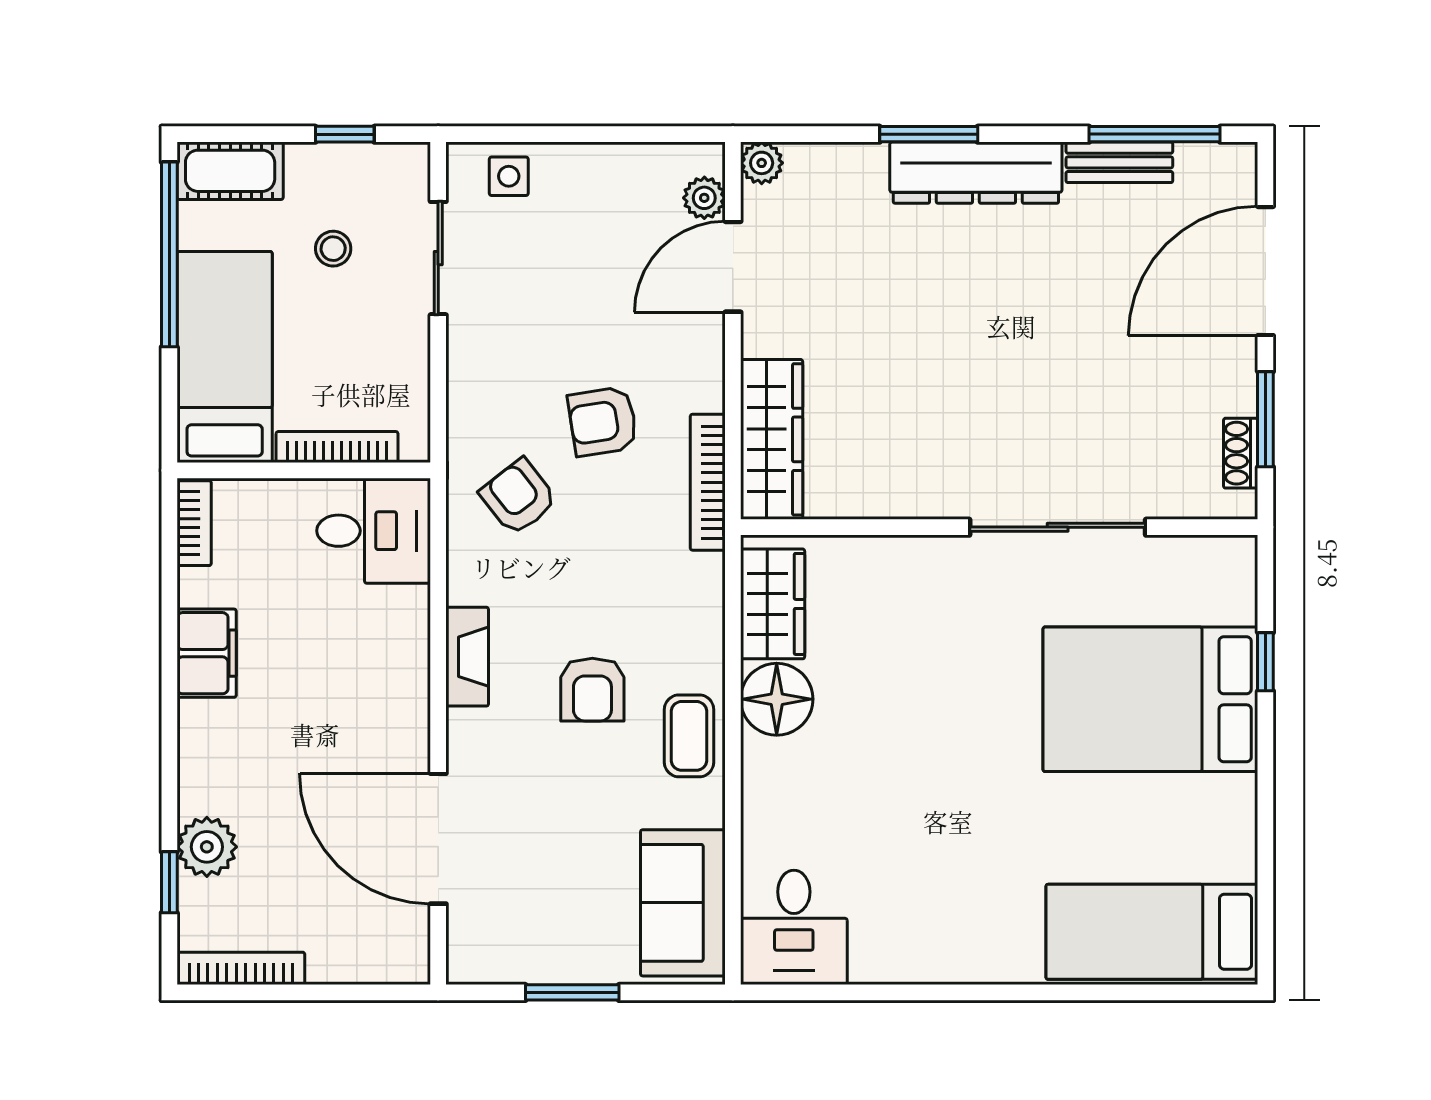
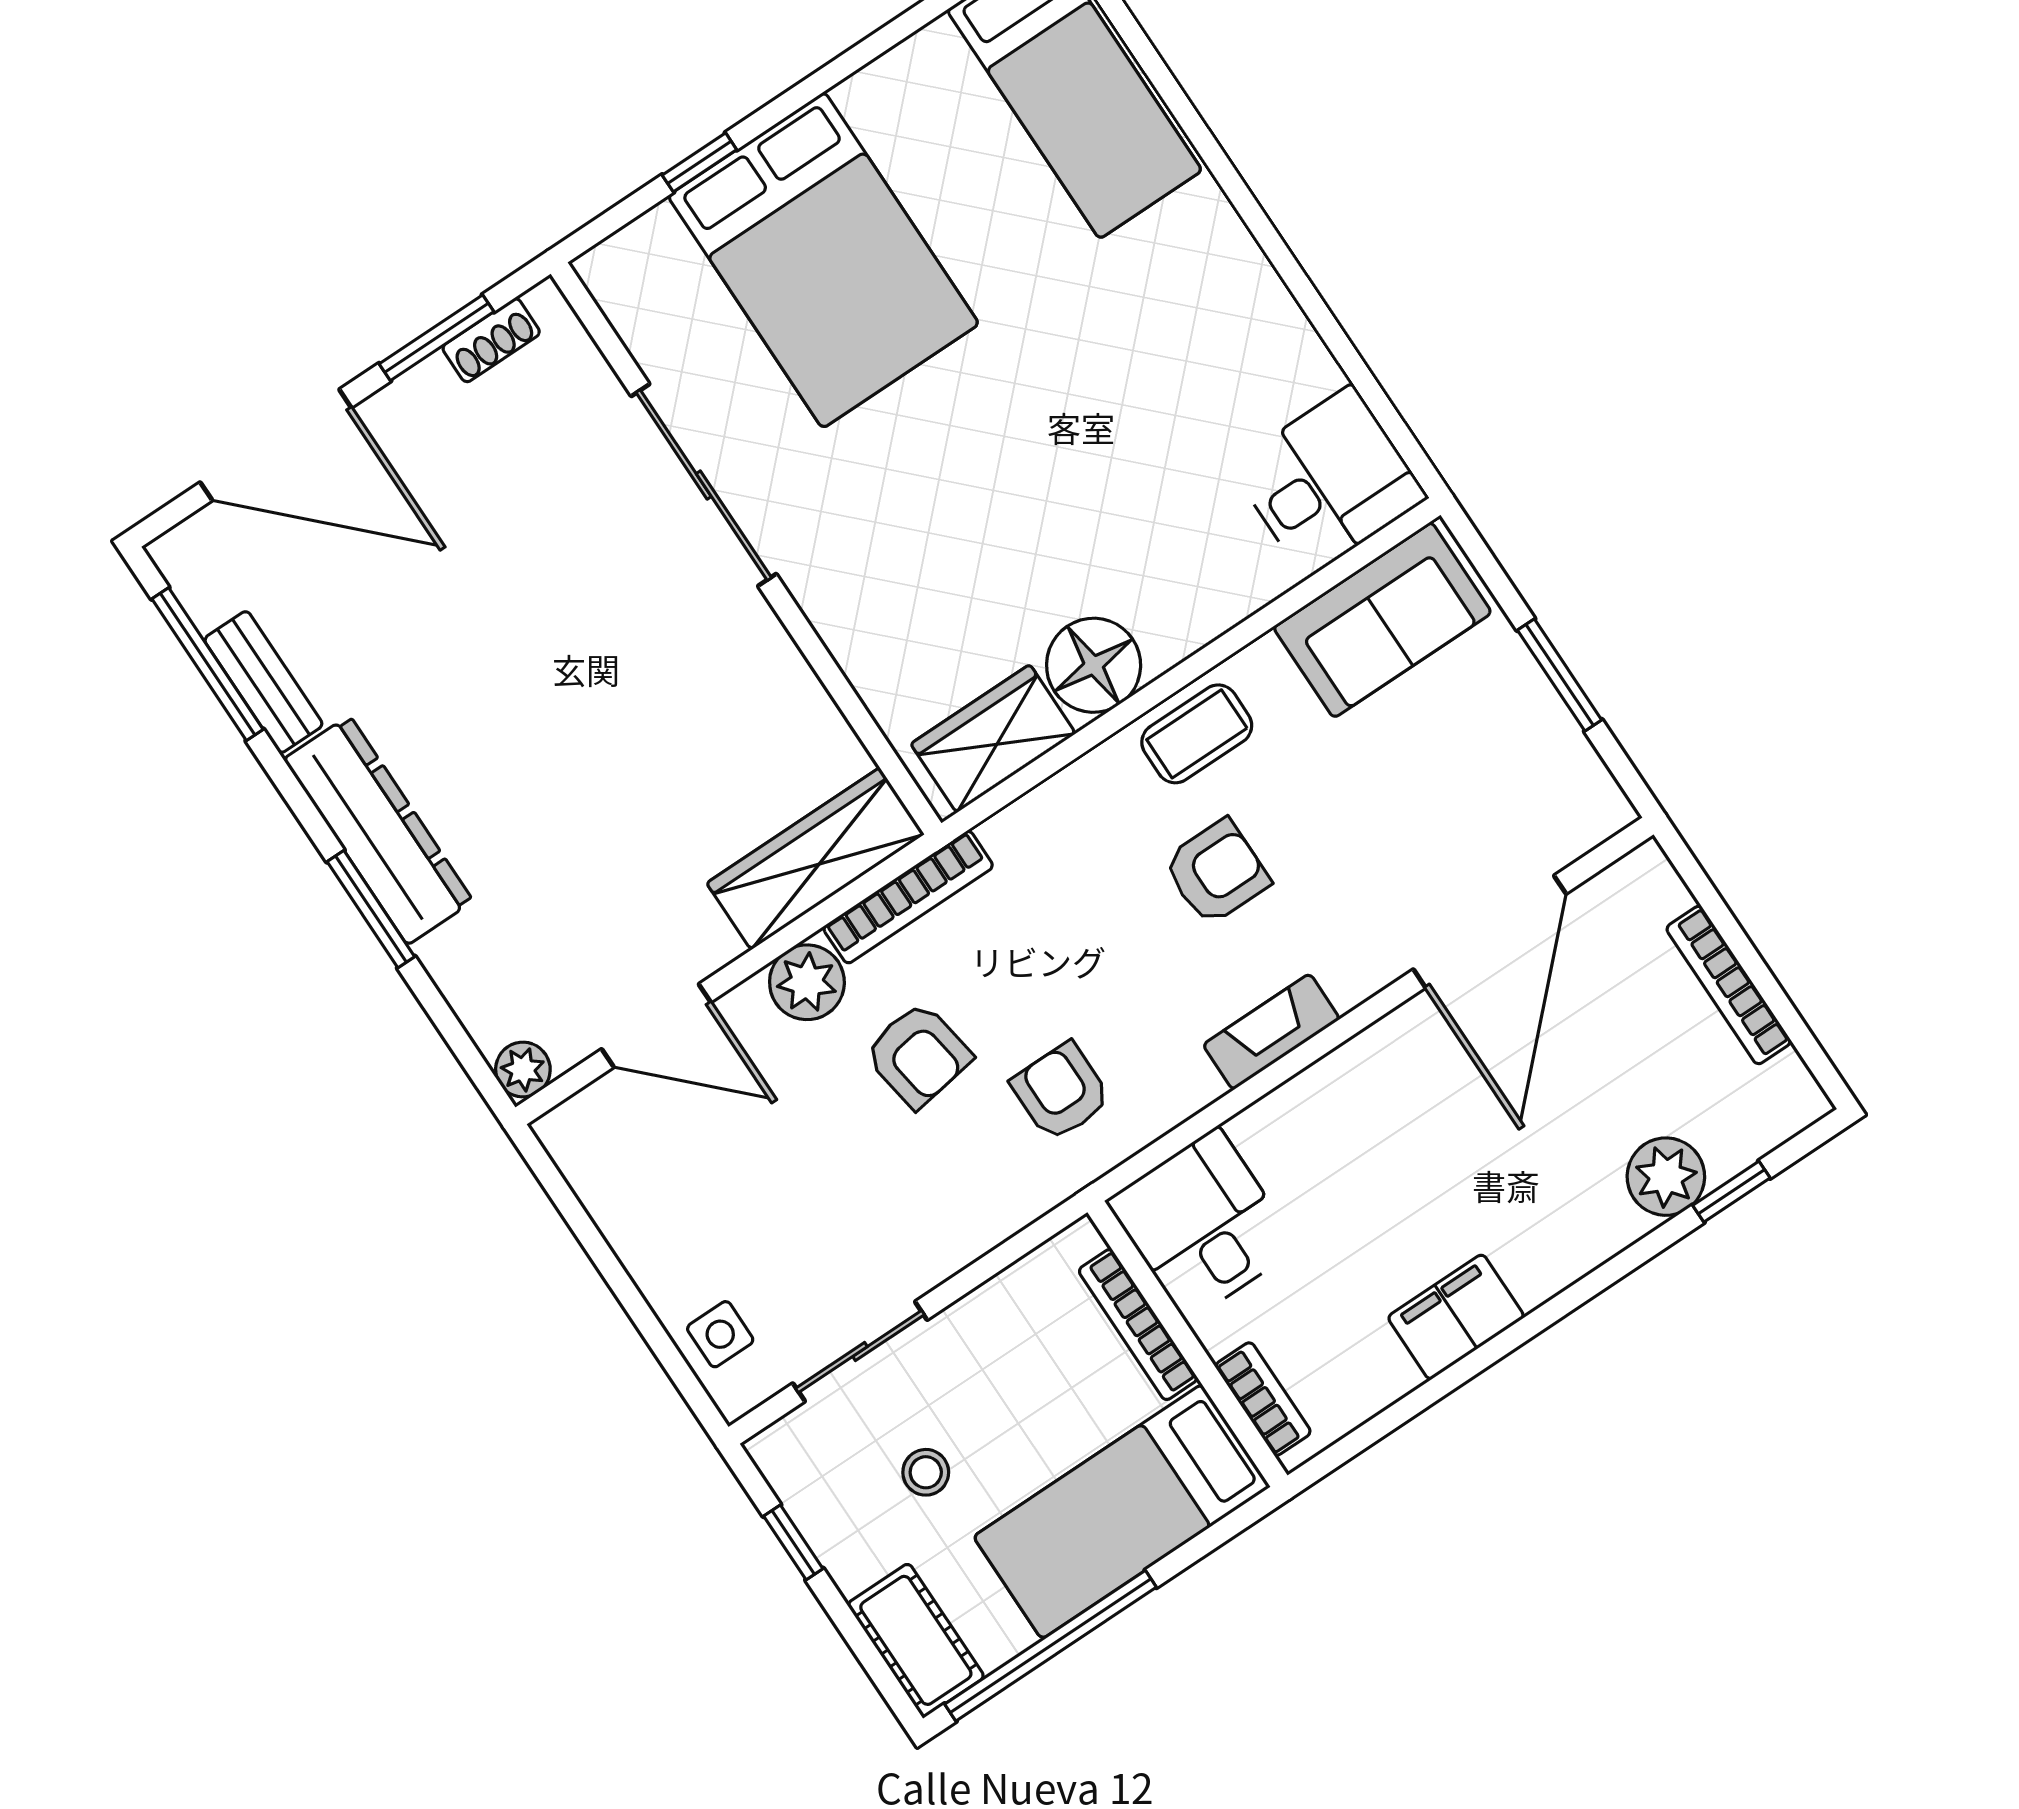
plant: (704, 198) -> (807, 982), moved, width x1.38, depth x1.38
armchair: (518, 497) -> (1061, 1092), turned 128
bookcase: (194, 523) -> (1263, 1399), moved, turned 90
bookcase: (241, 968) -> (1729, 985), moved

